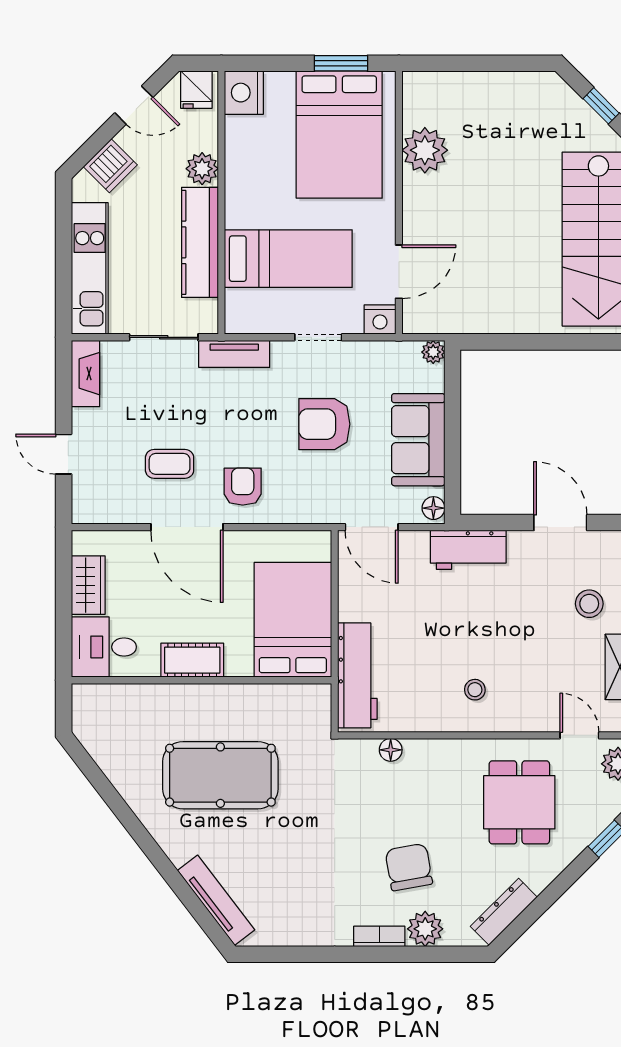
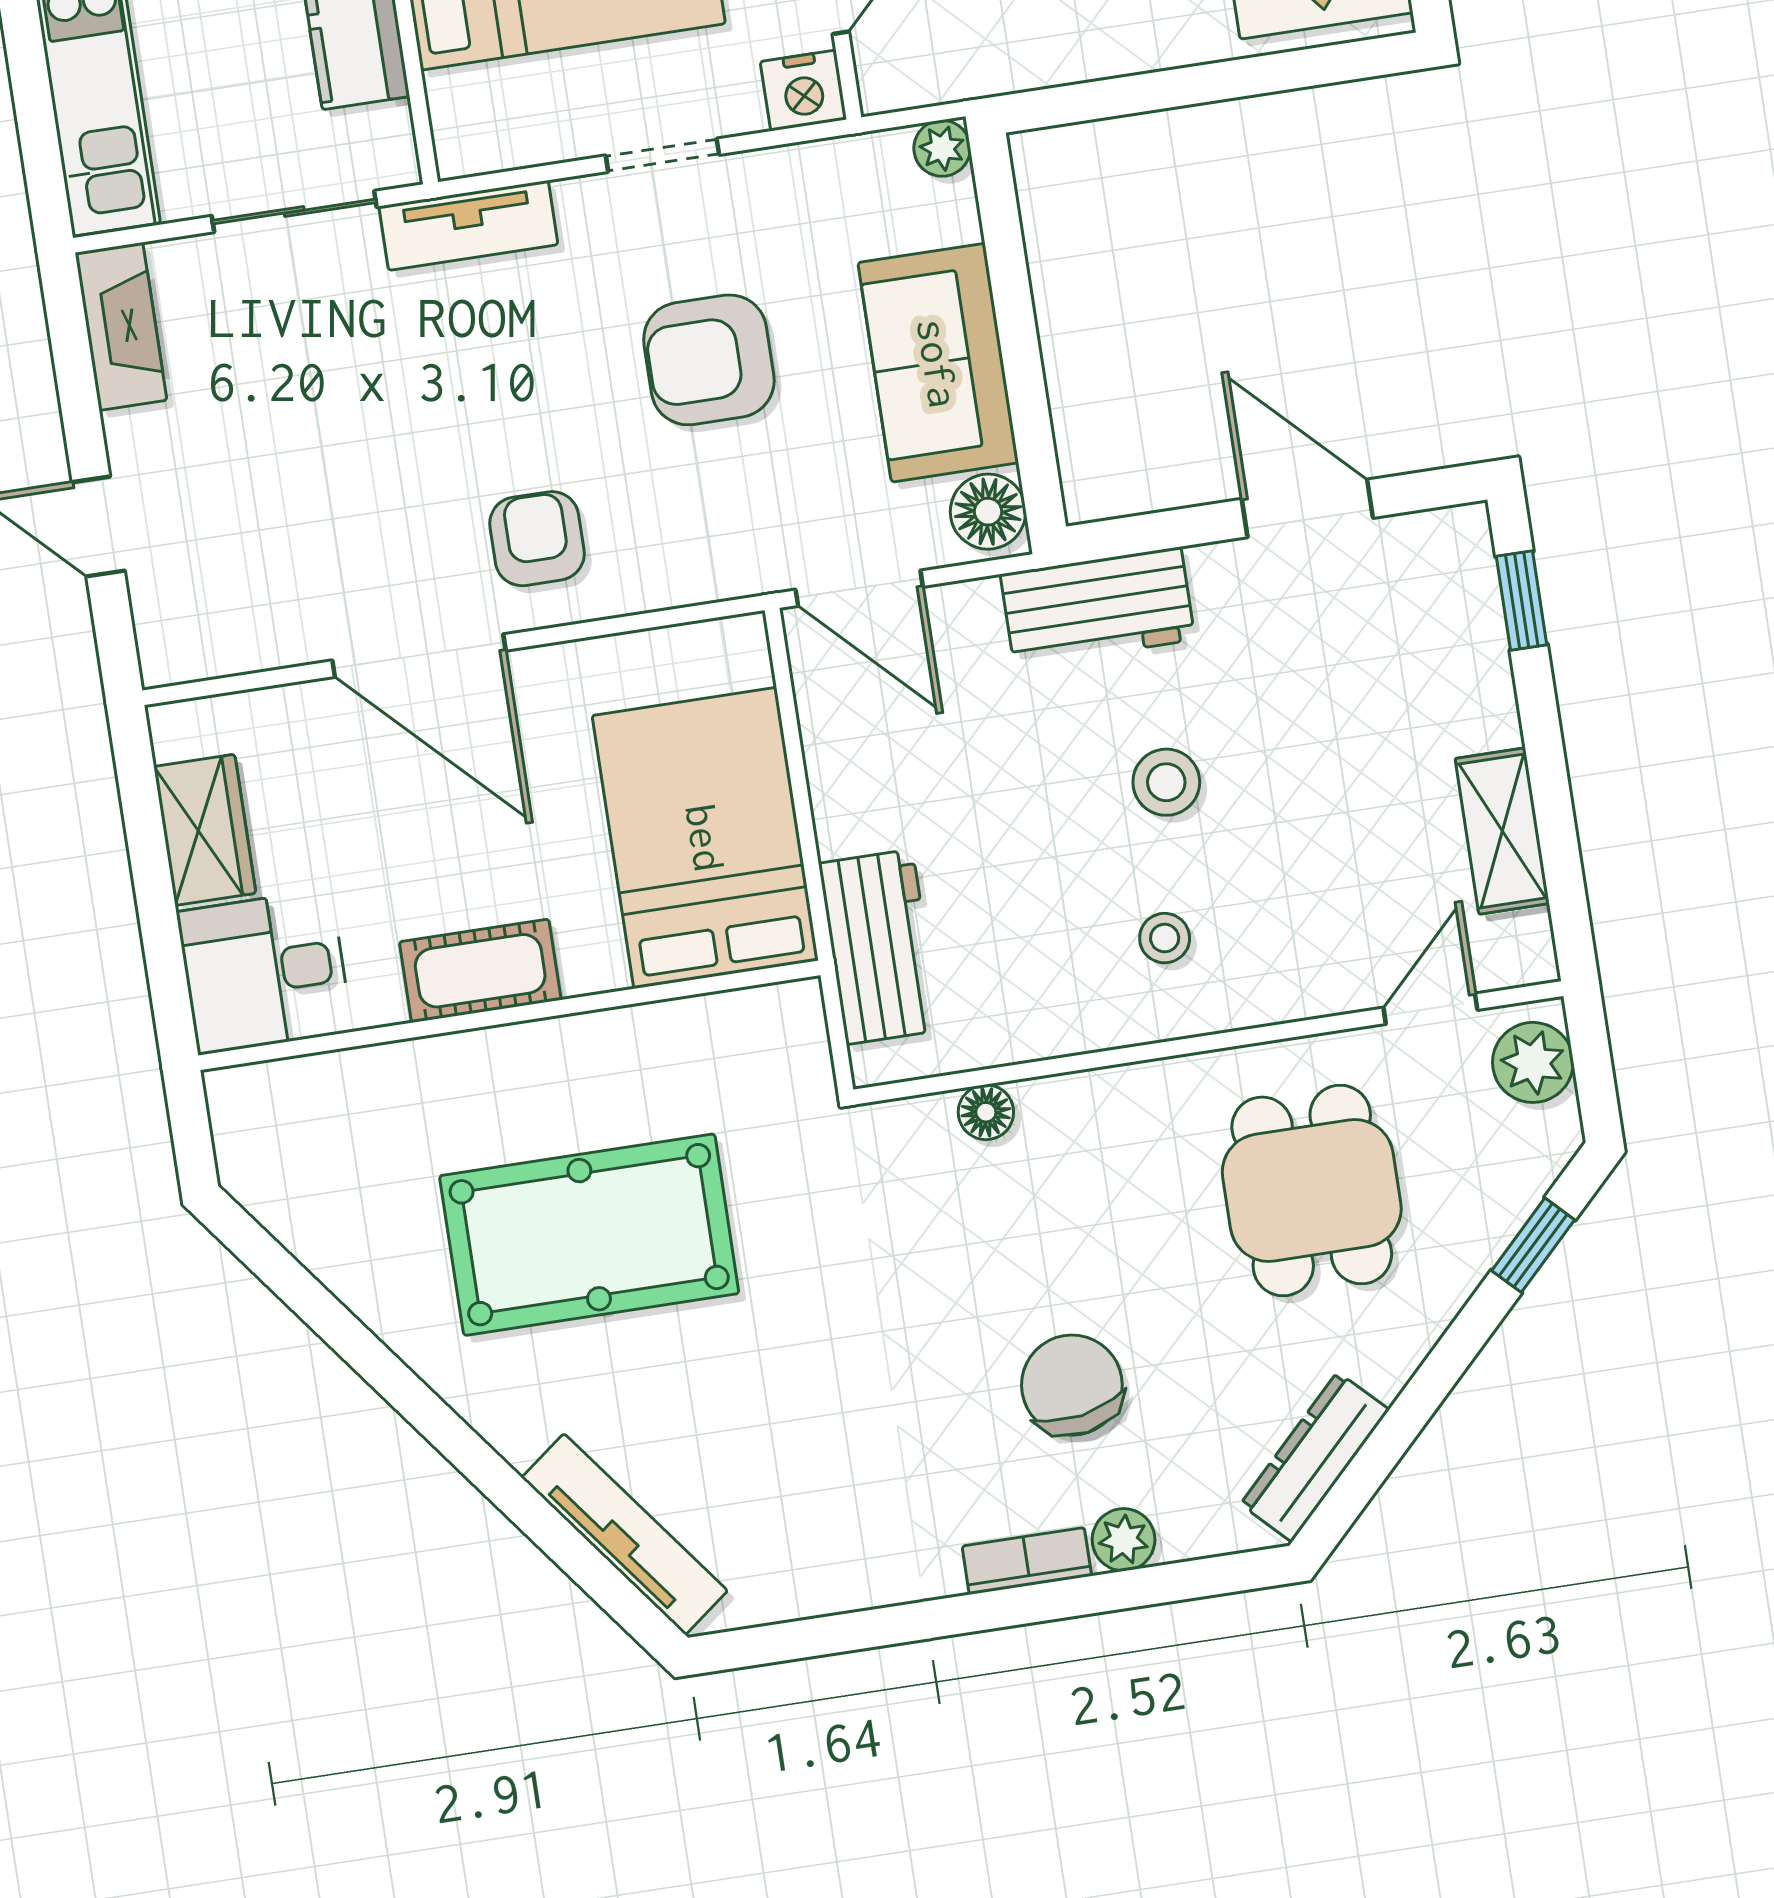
coffee table: (170, 464) -> (354, 511), removed
floor lamp: (433, 508) -> (988, 512), width x1.37, depth x1.37
stool: (589, 604) -> (1166, 782), moved
workbench: (357, 675) -> (879, 947), width x0.73
door: (579, 735) -> (1430, 1009), hinge flipped
plant: (425, 929) -> (1124, 1540), width x0.73, depth x0.73

